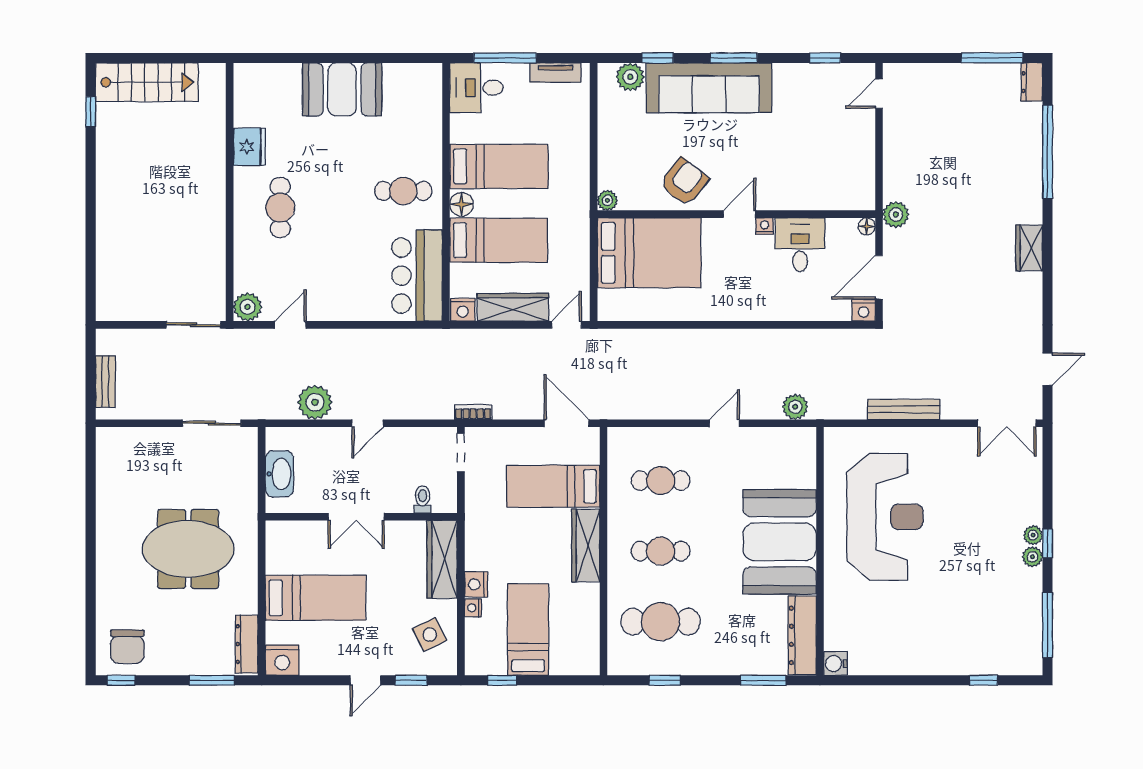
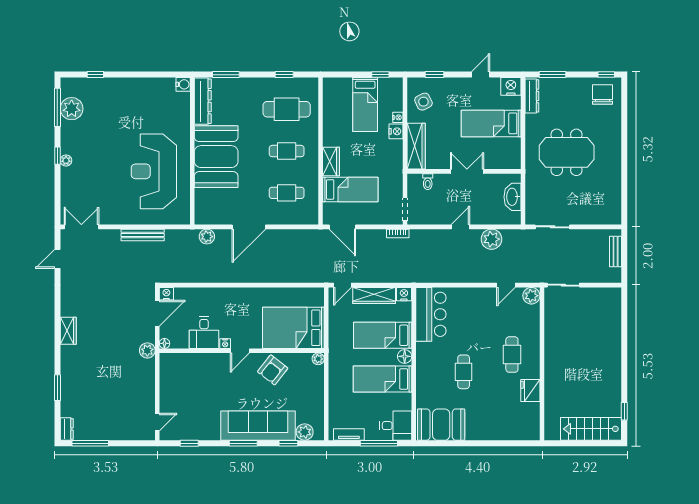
booth: (342, 89) -> (441, 425), moved
window: (1048, 152) -> (57, 388), width x0.47
cafe table: (403, 191) -> (464, 372), moved, turned 90
door: (724, 423) -> (249, 227), width x1.87
wardrobe: (586, 545) -> (331, 162), width x0.67
plant: (1032, 557) -> (72, 109), moved, width x1.88, depth x1.88
door: (365, 680) -> (481, 75), moved

